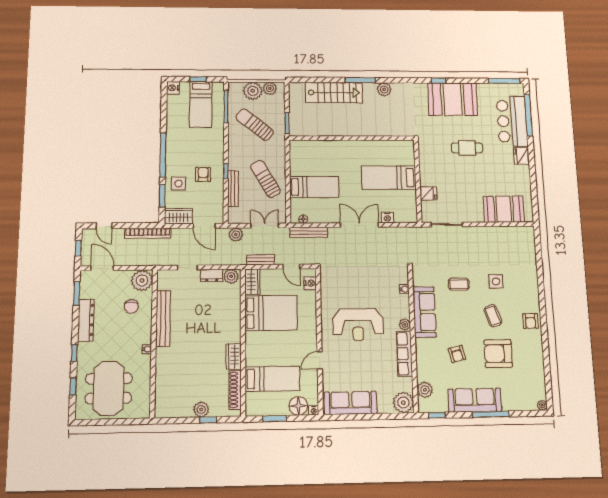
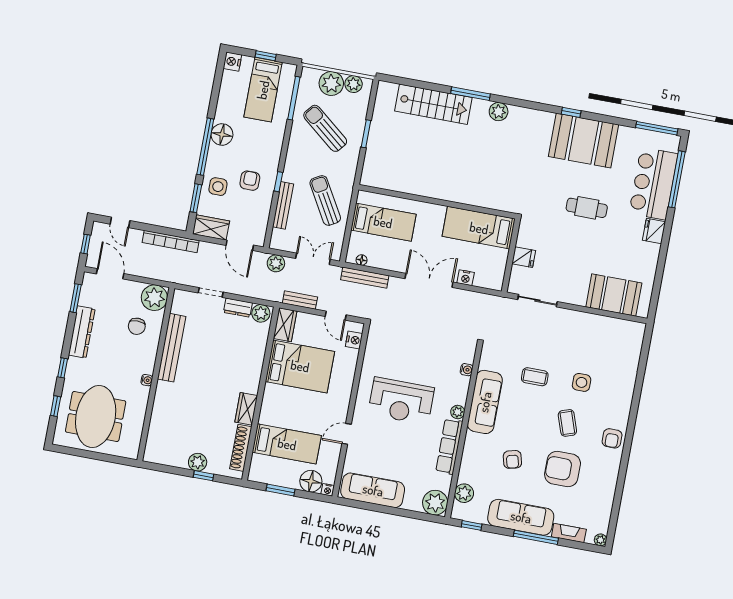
wall: (352, 138) -> (437, 202), moved
floor lamp: (175, 143) -> (222, 134), added
fireplace: (516, 405) -> (569, 533), added

